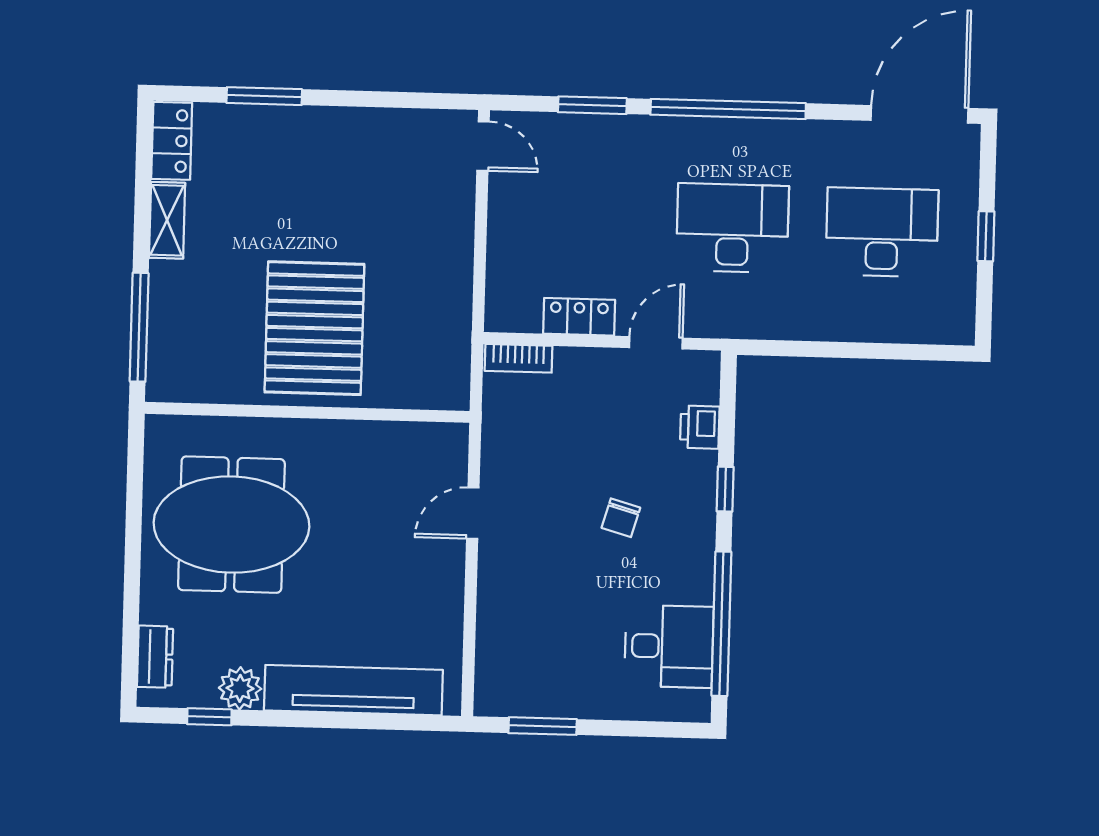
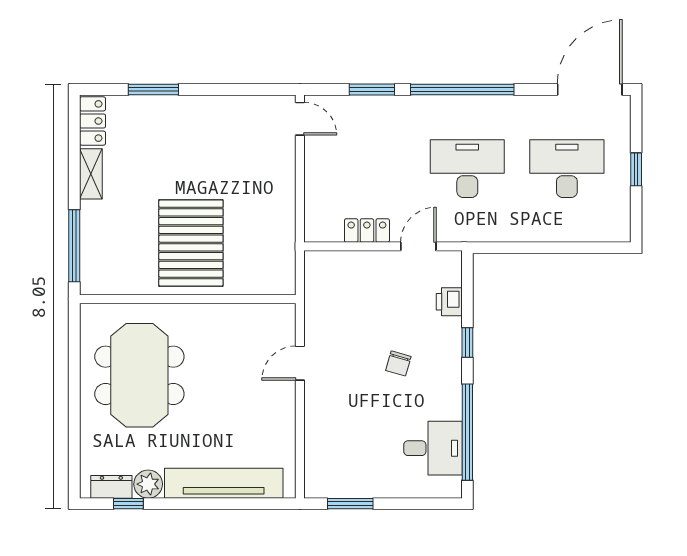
bookcase: (519, 358) -> (327, 259), removed
meeting table: (231, 525) -> (139, 375), turned 90
dresser: (155, 657) -> (111, 487), moved, turned -90

